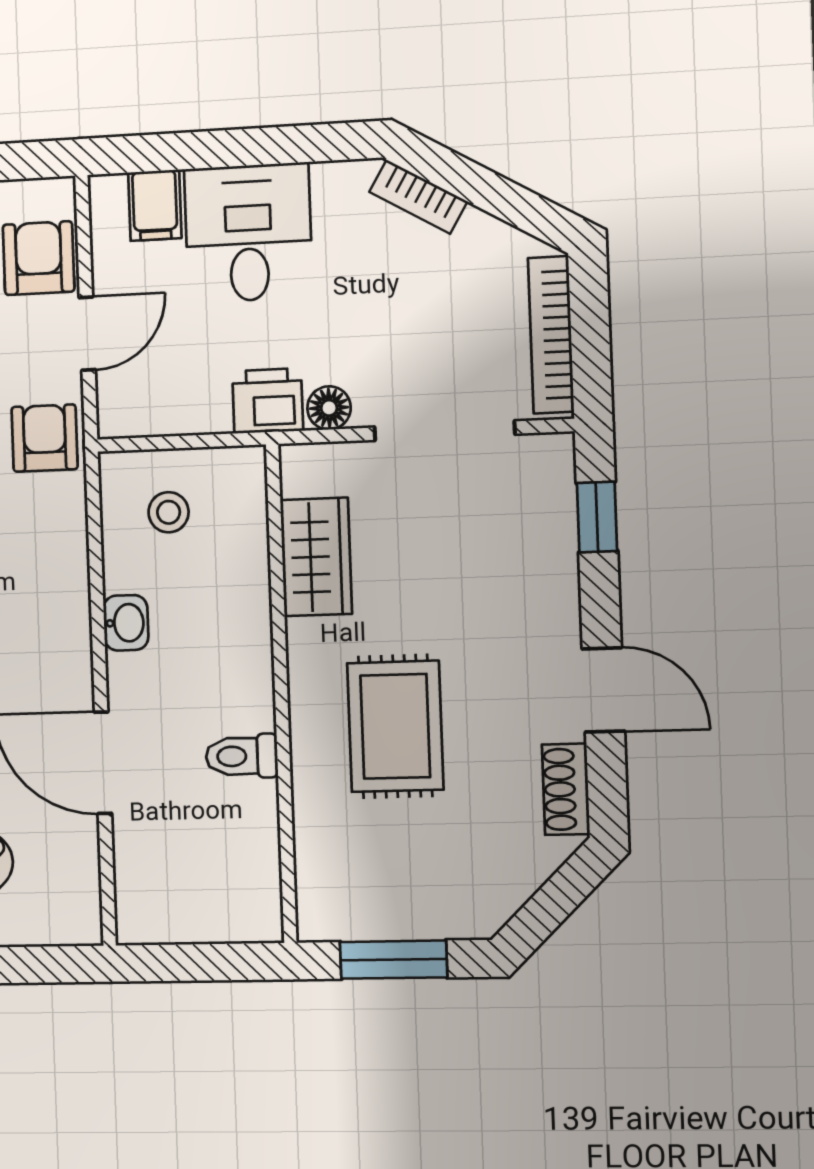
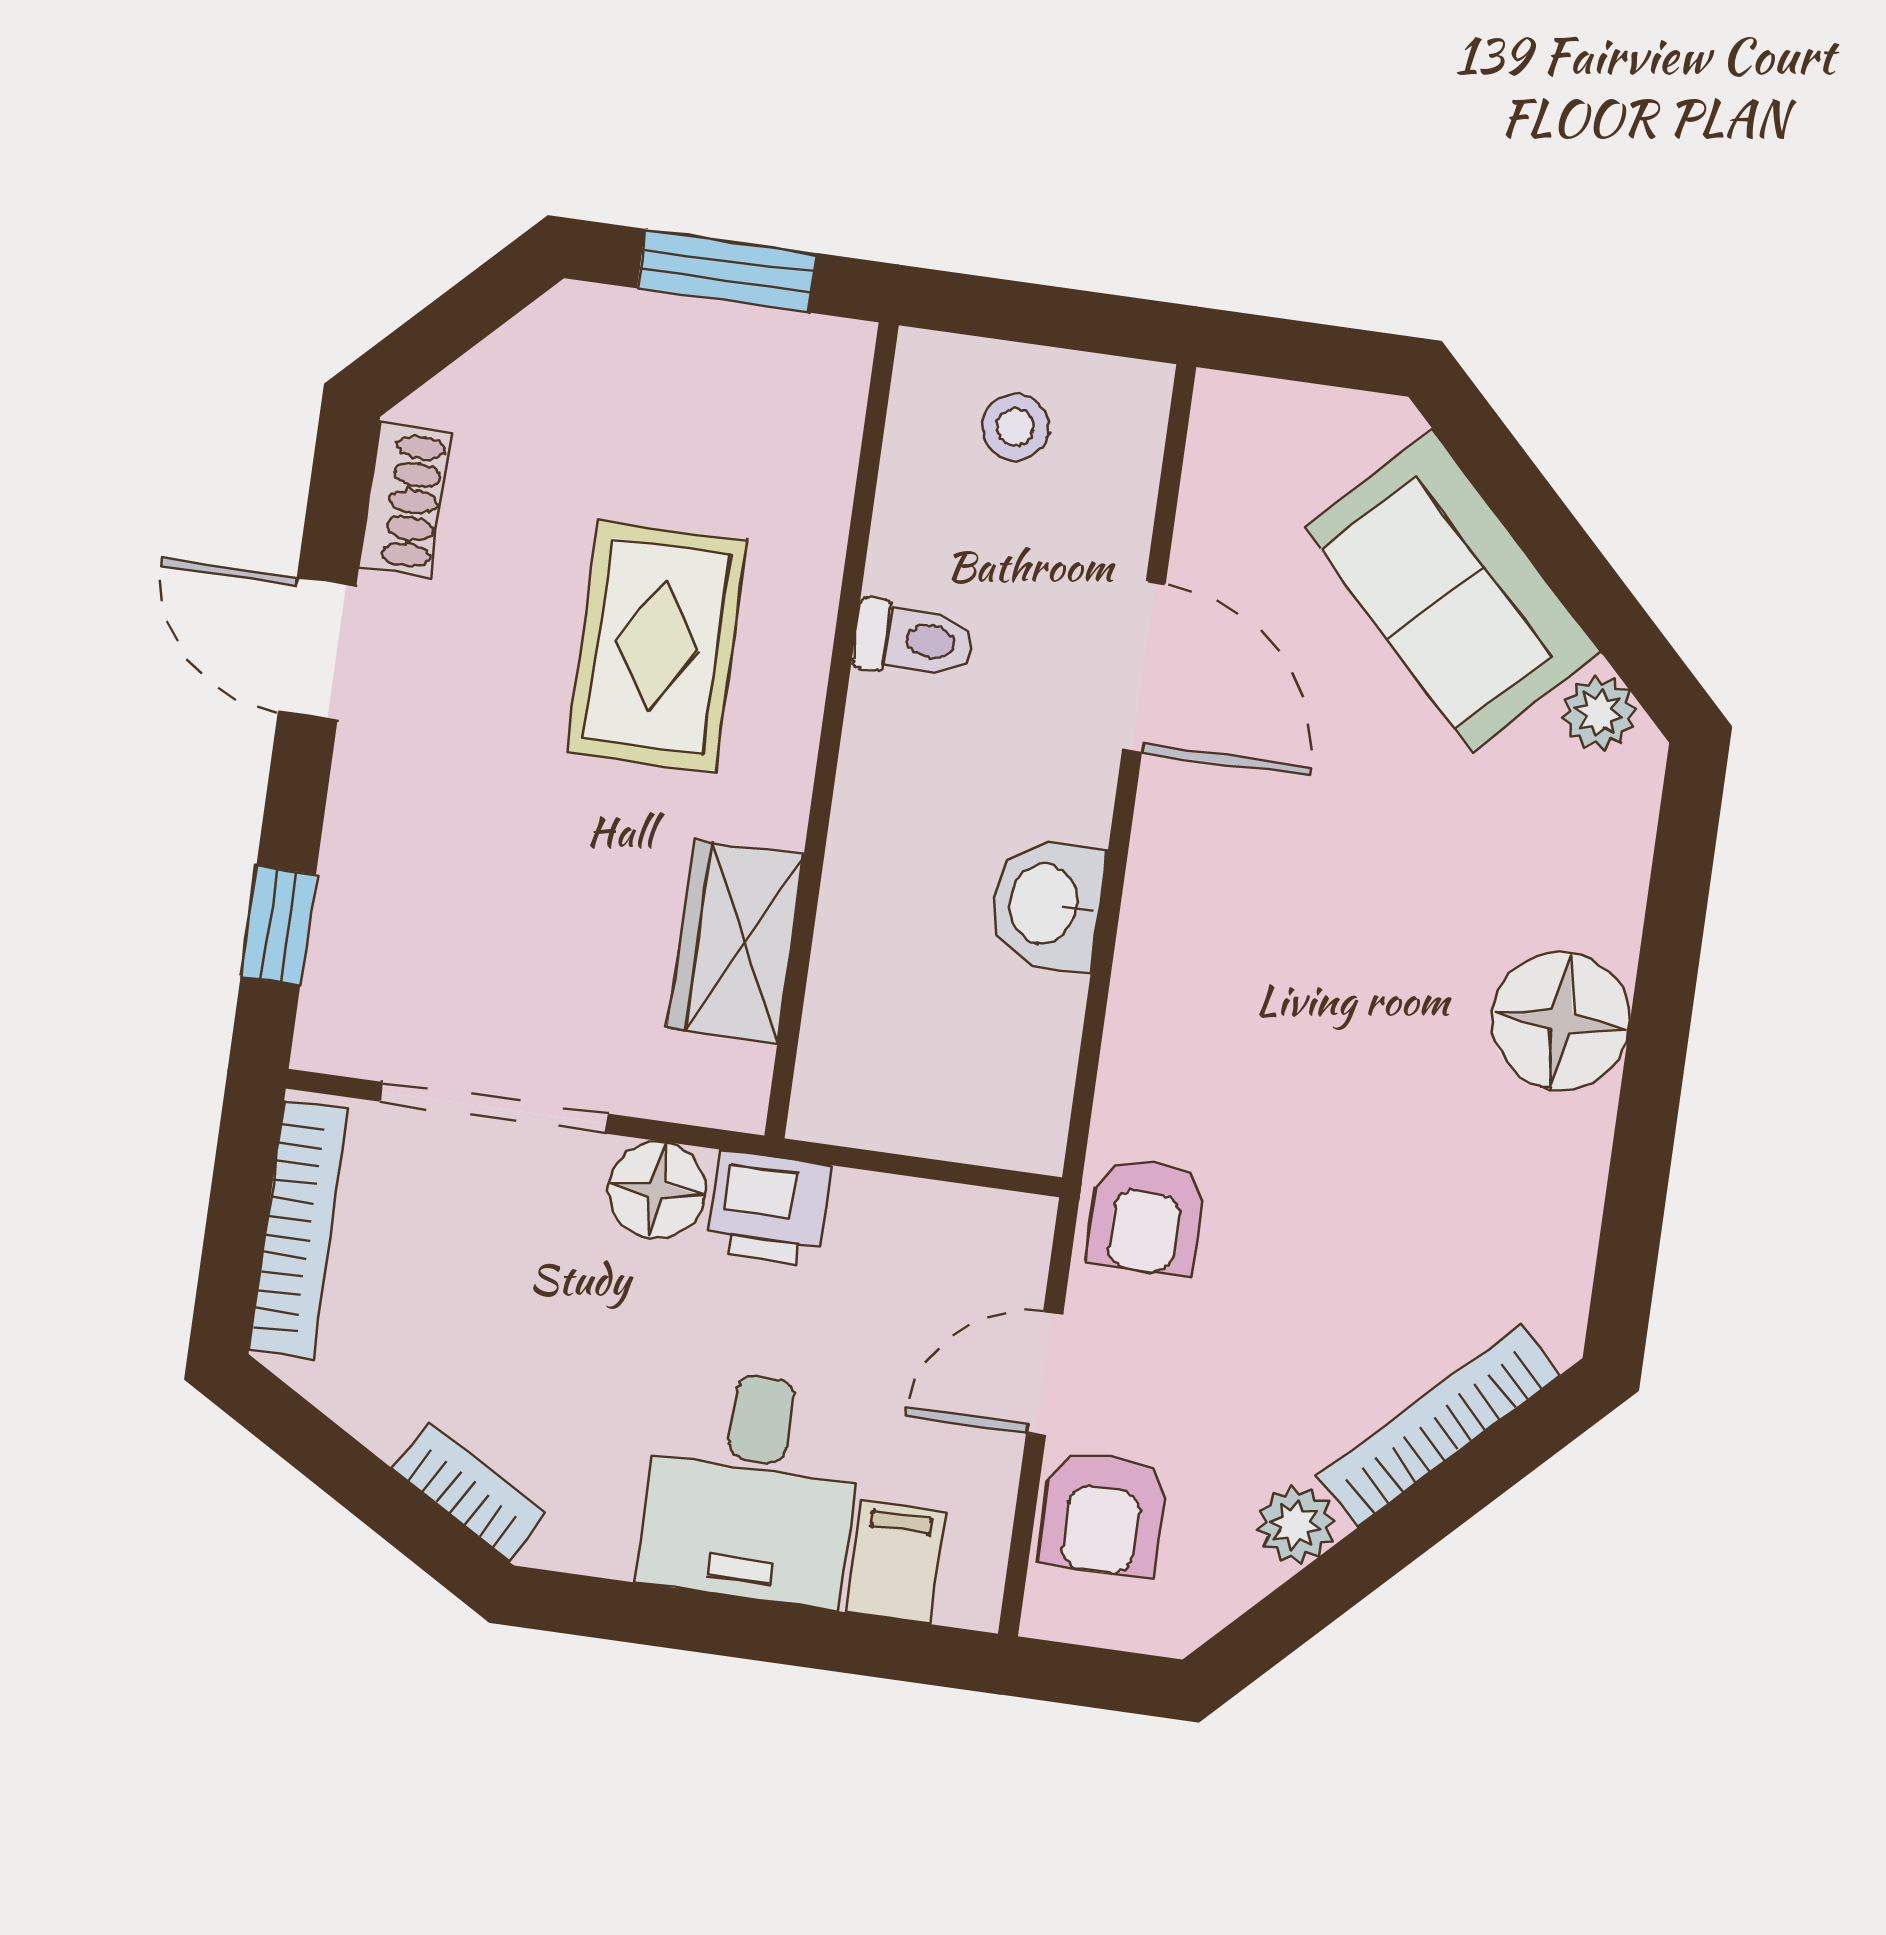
floor lamp: (329, 408) -> (657, 1190), width x1.37, depth x1.37
stool: (169, 512) -> (1015, 427), moved
washbasin: (126, 623) -> (1047, 904), width x1.38, depth x1.45

